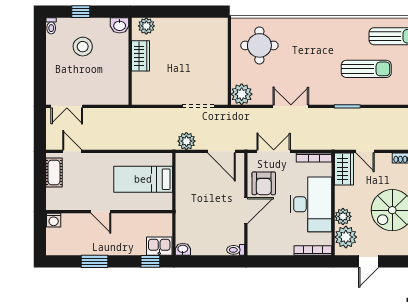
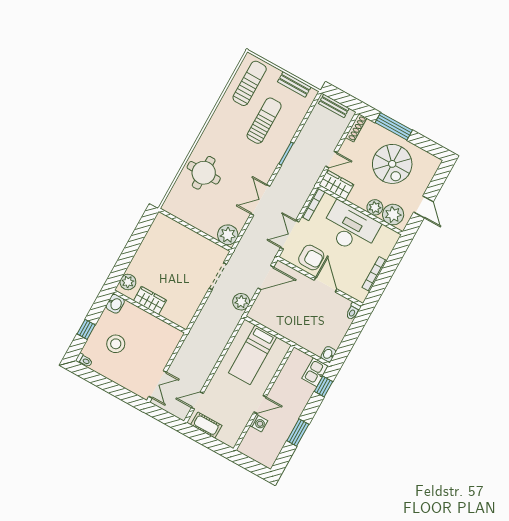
round table: (259, 45) -> (204, 173), moved
washing machine: (54, 220) -> (259, 423), moved
bookcase: (313, 250) -> (374, 274), moved

